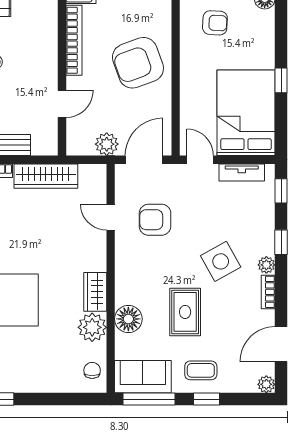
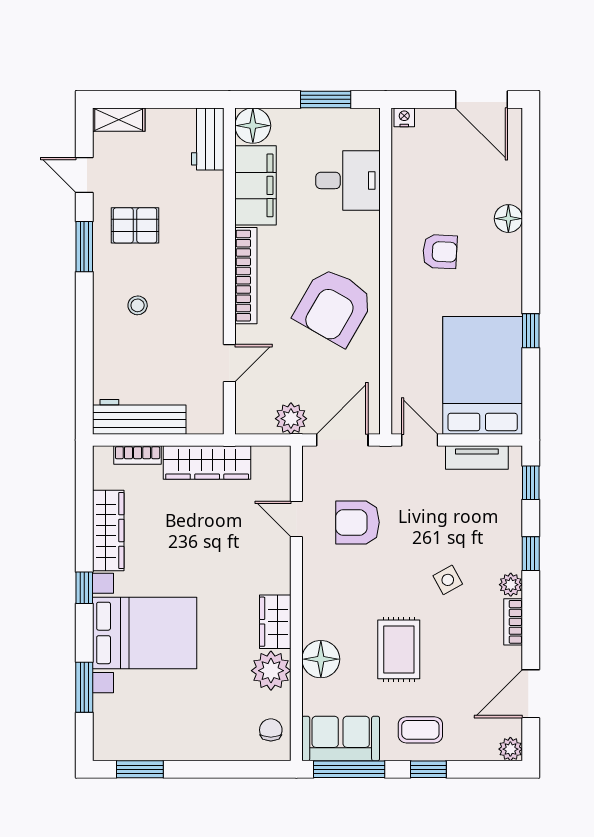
armchair: (138, 63) -> (334, 307), turned -40
side table: (221, 261) -> (448, 580), width x0.54, depth x0.54

